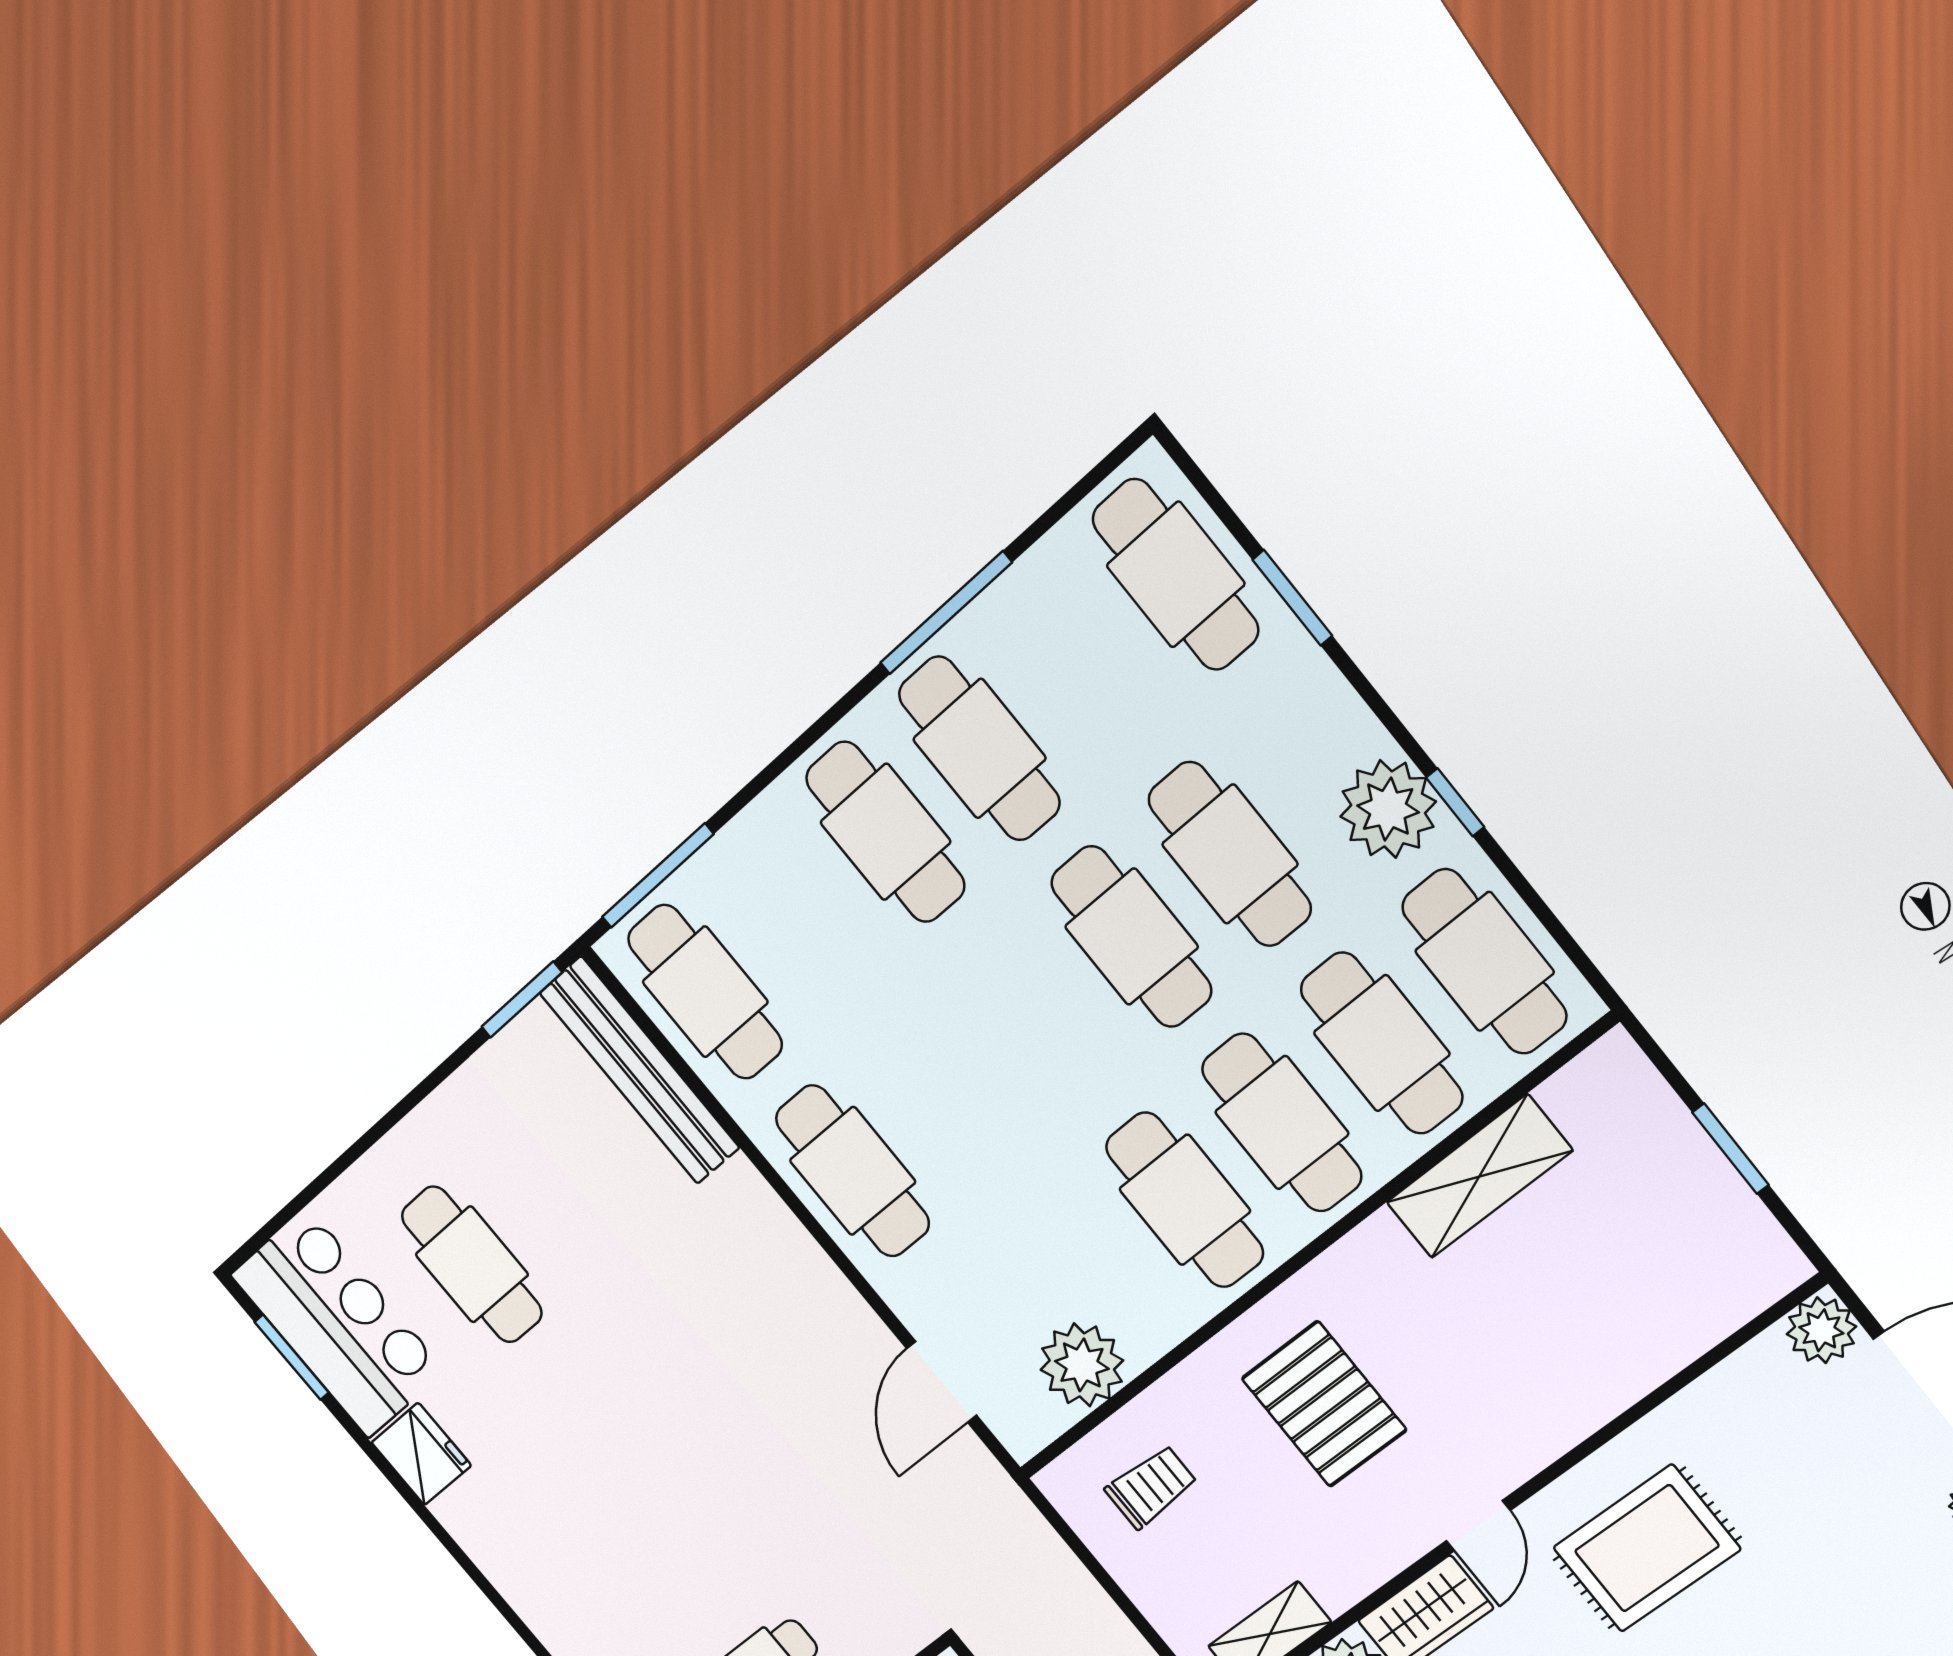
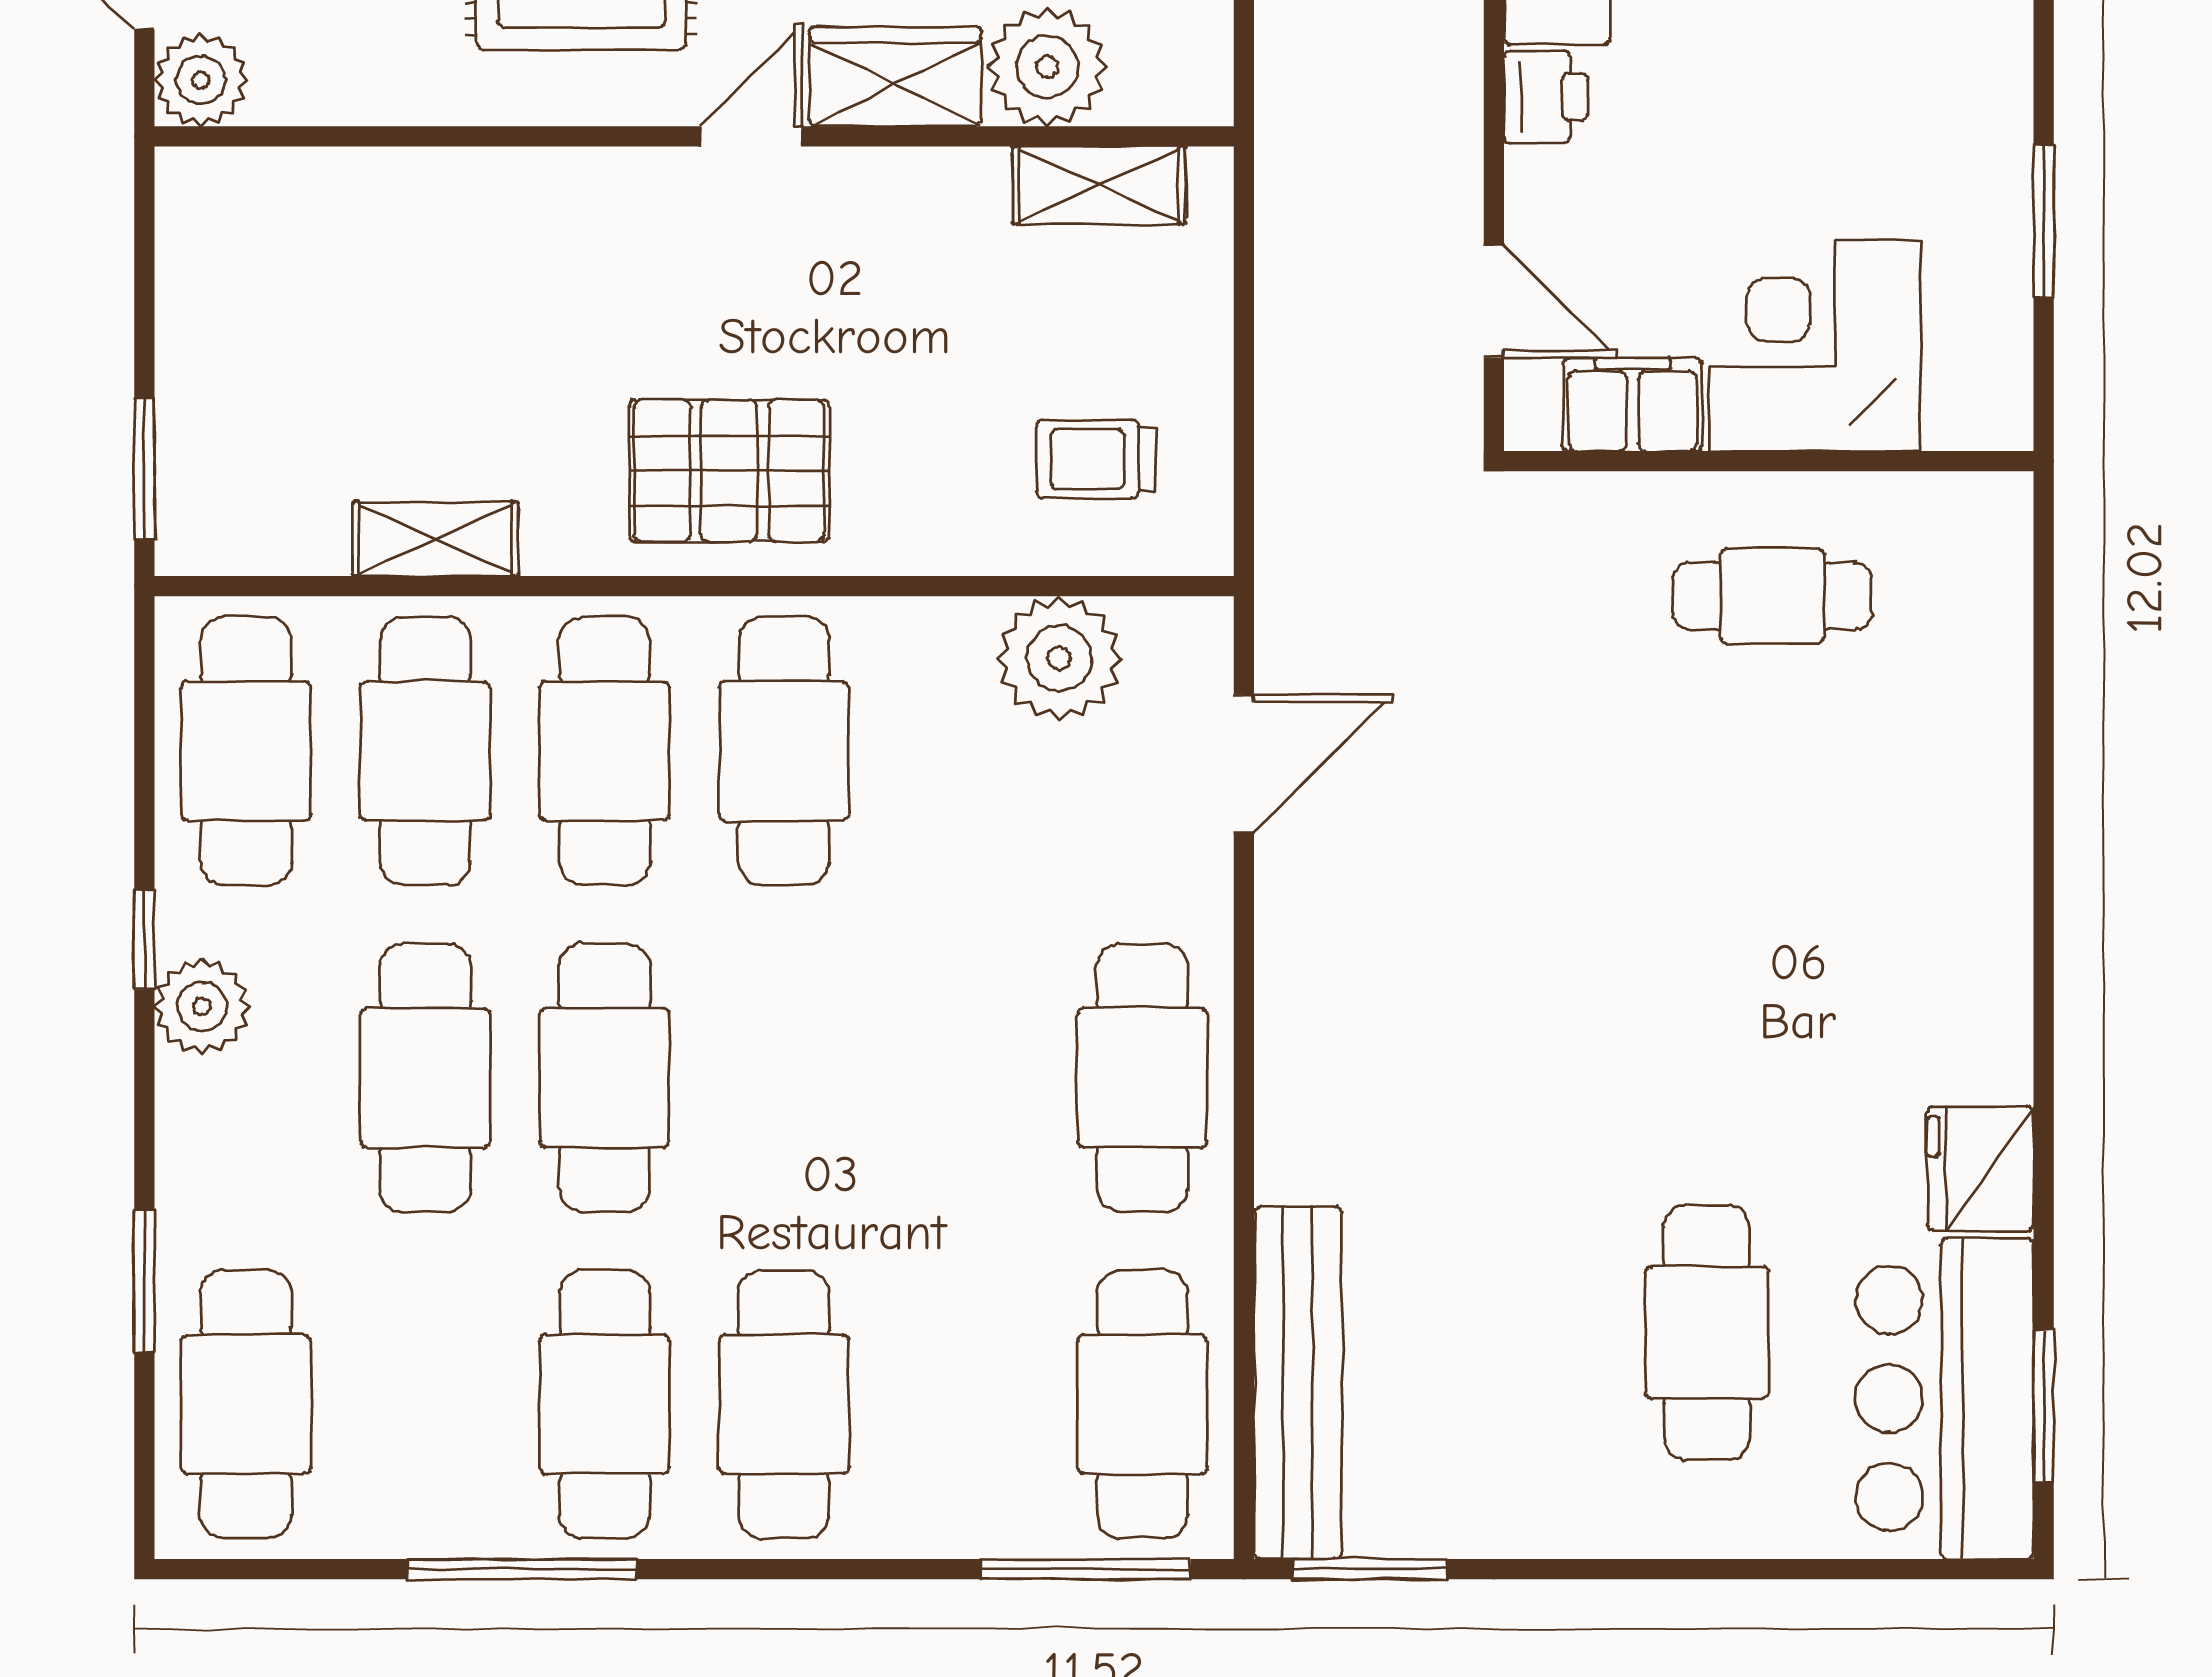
plant: (1388, 809) -> (202, 1006), width x0.73, depth x0.73
window: (1730, 1149) -> (144, 469), moved
shelving: (1479, 1176) -> (435, 539), width x0.67, depth x0.75
pallet: (1324, 1404) -> (729, 471), moved, turned 90

